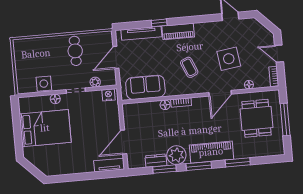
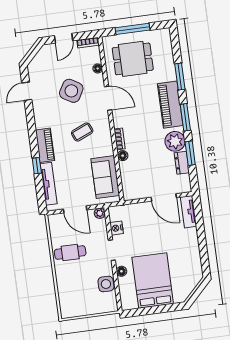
side table: (229, 59) -> (71, 91), turned 38
plant: (95, 82) -> (100, 213), moved
nightstand: (108, 95) -> (117, 228), moved

